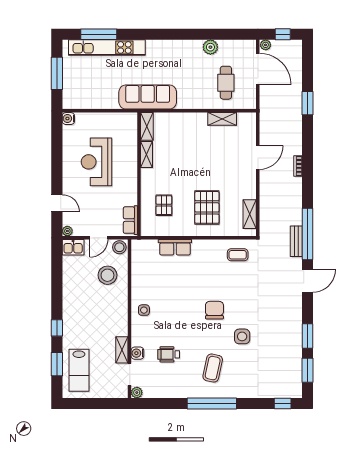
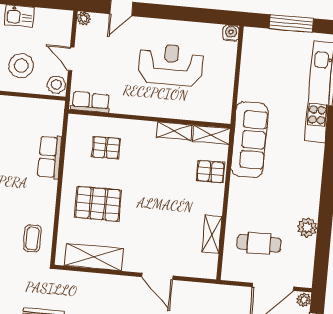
pallet: (175, 124) -> (211, 171), added
shelving: (250, 214) -> (94, 257), width x1.50, depth x1.33
kitchen sink: (73, 247) -> (19, 16), moved, turned -90

